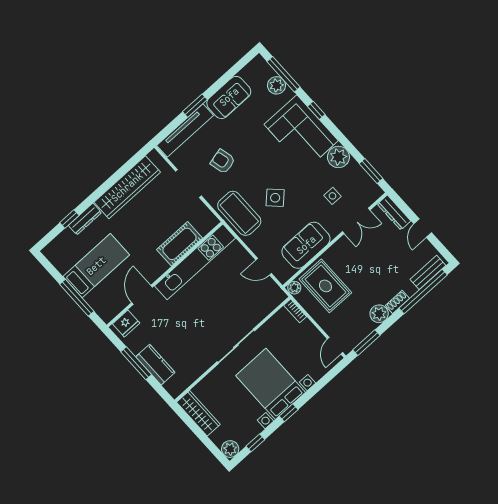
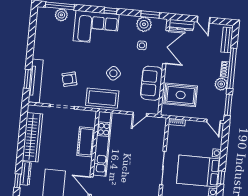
sofa: (229, 97) -> (43, 43), removed
window: (195, 106) -> (27, 79), moved
window: (316, 110) -> (110, 11), moved
plant: (338, 157) -> (144, 24), moved
double door: (356, 221) -> (166, 47), width x1.37
plant: (294, 288) -> (165, 110), removed
window: (423, 291) -> (232, 68), moved

